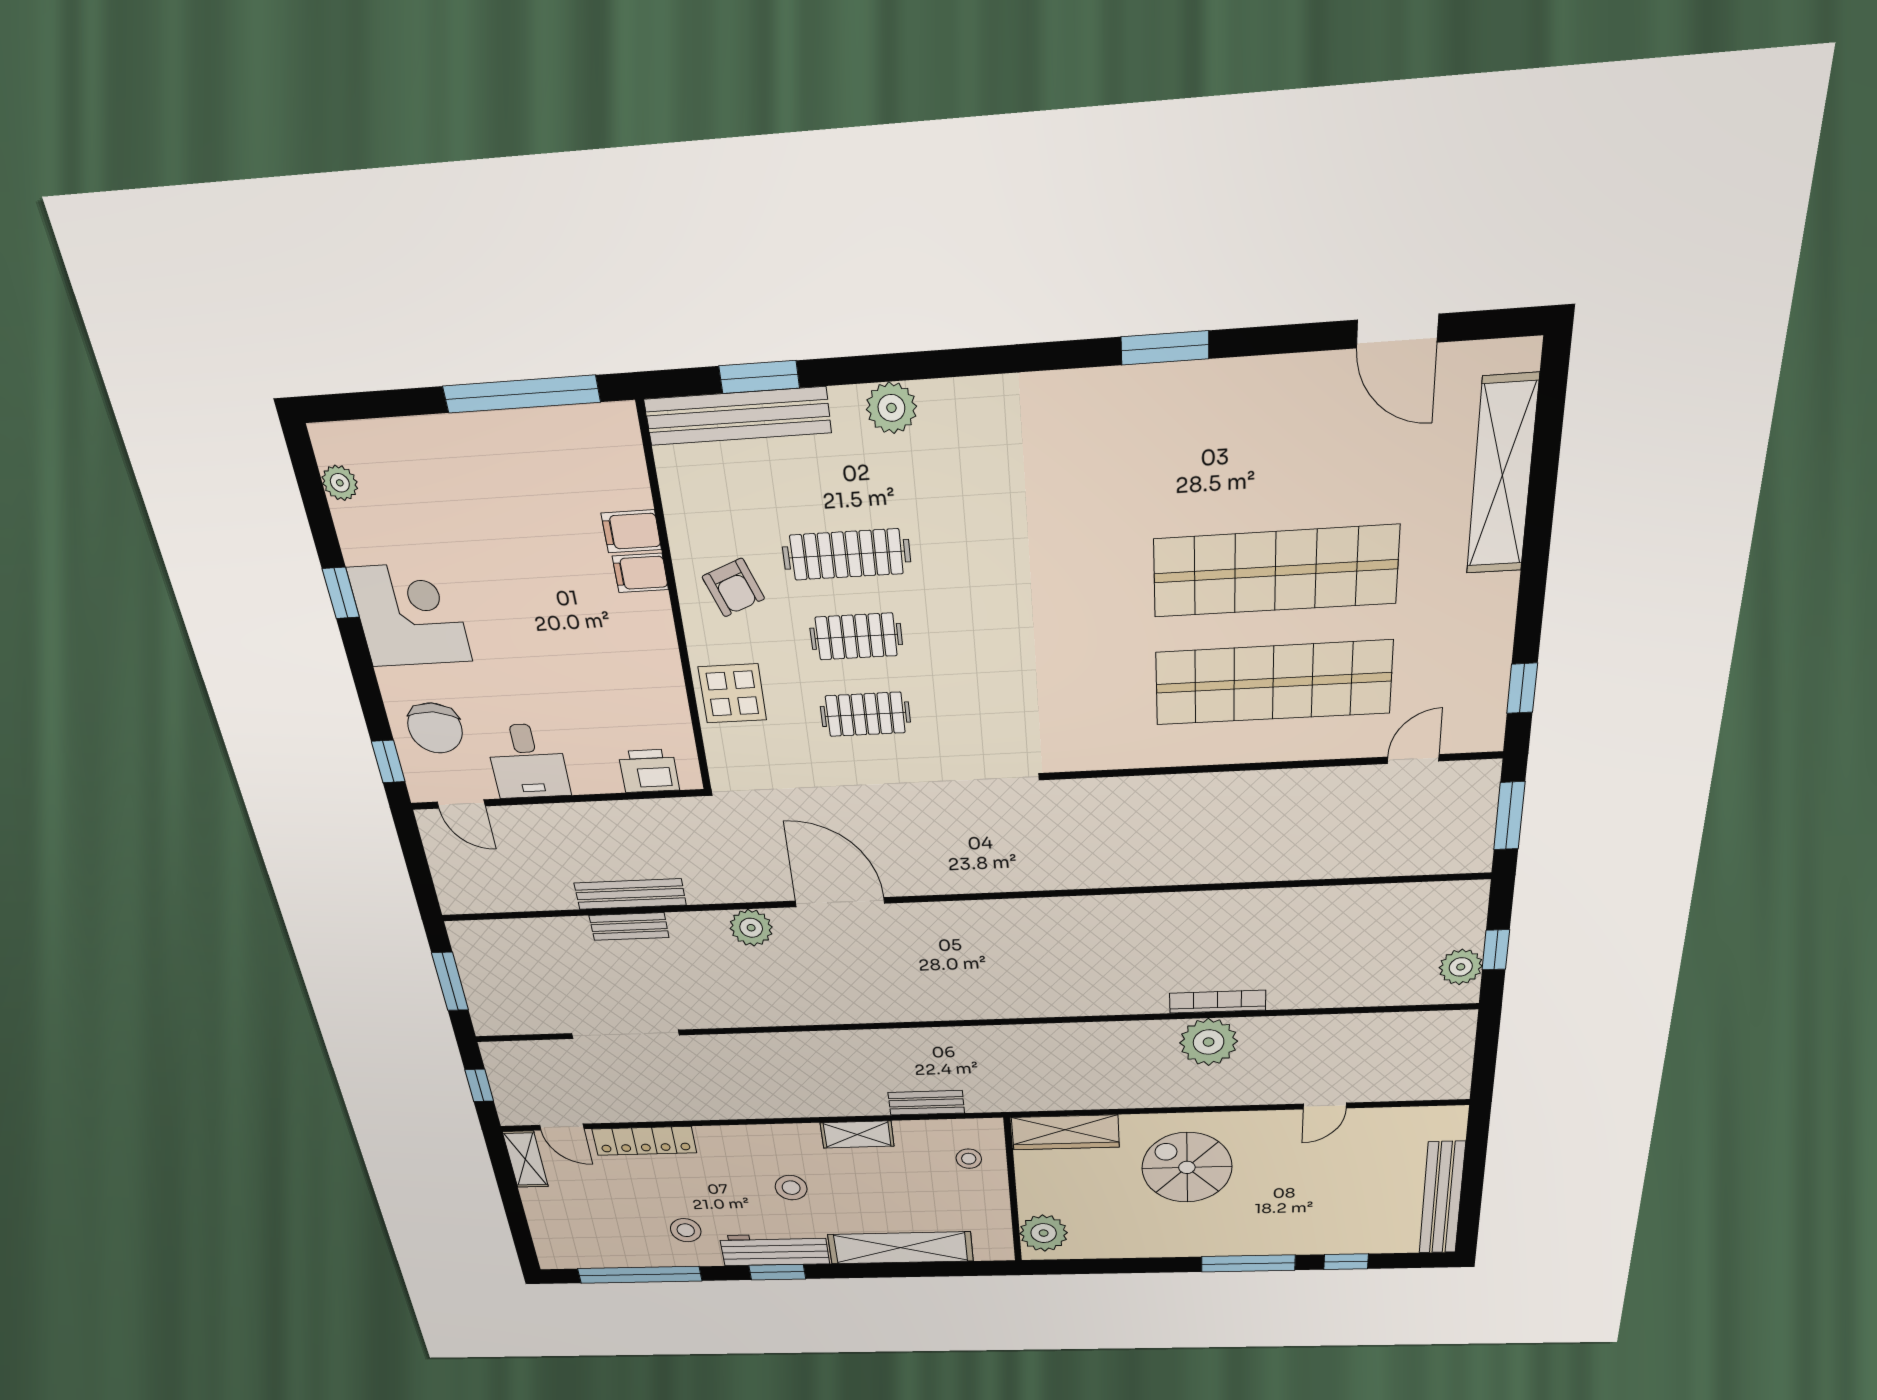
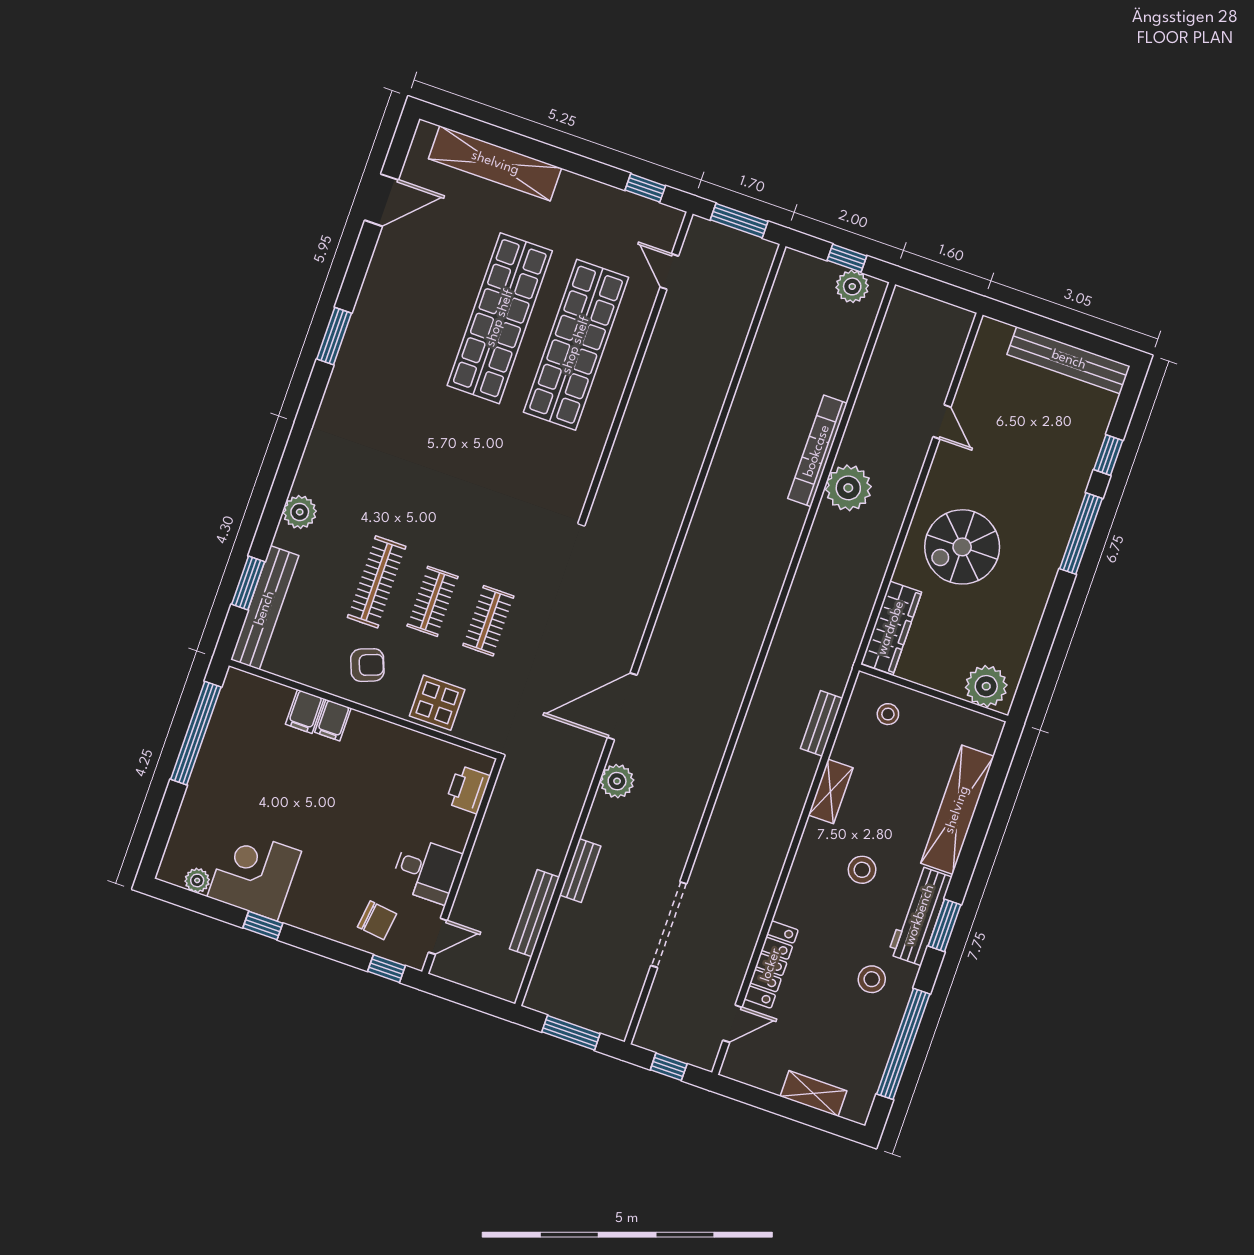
corner desk: (410, 615) -> (254, 874), moved
chair: (435, 728) -> (377, 920), width x0.73, depth x0.73
bench: (630, 894) -> (535, 913), moved
bookcase: (1218, 1002) -> (817, 451), width x1.48, depth x1.31
shelving: (525, 1159) -> (813, 1093), moved

